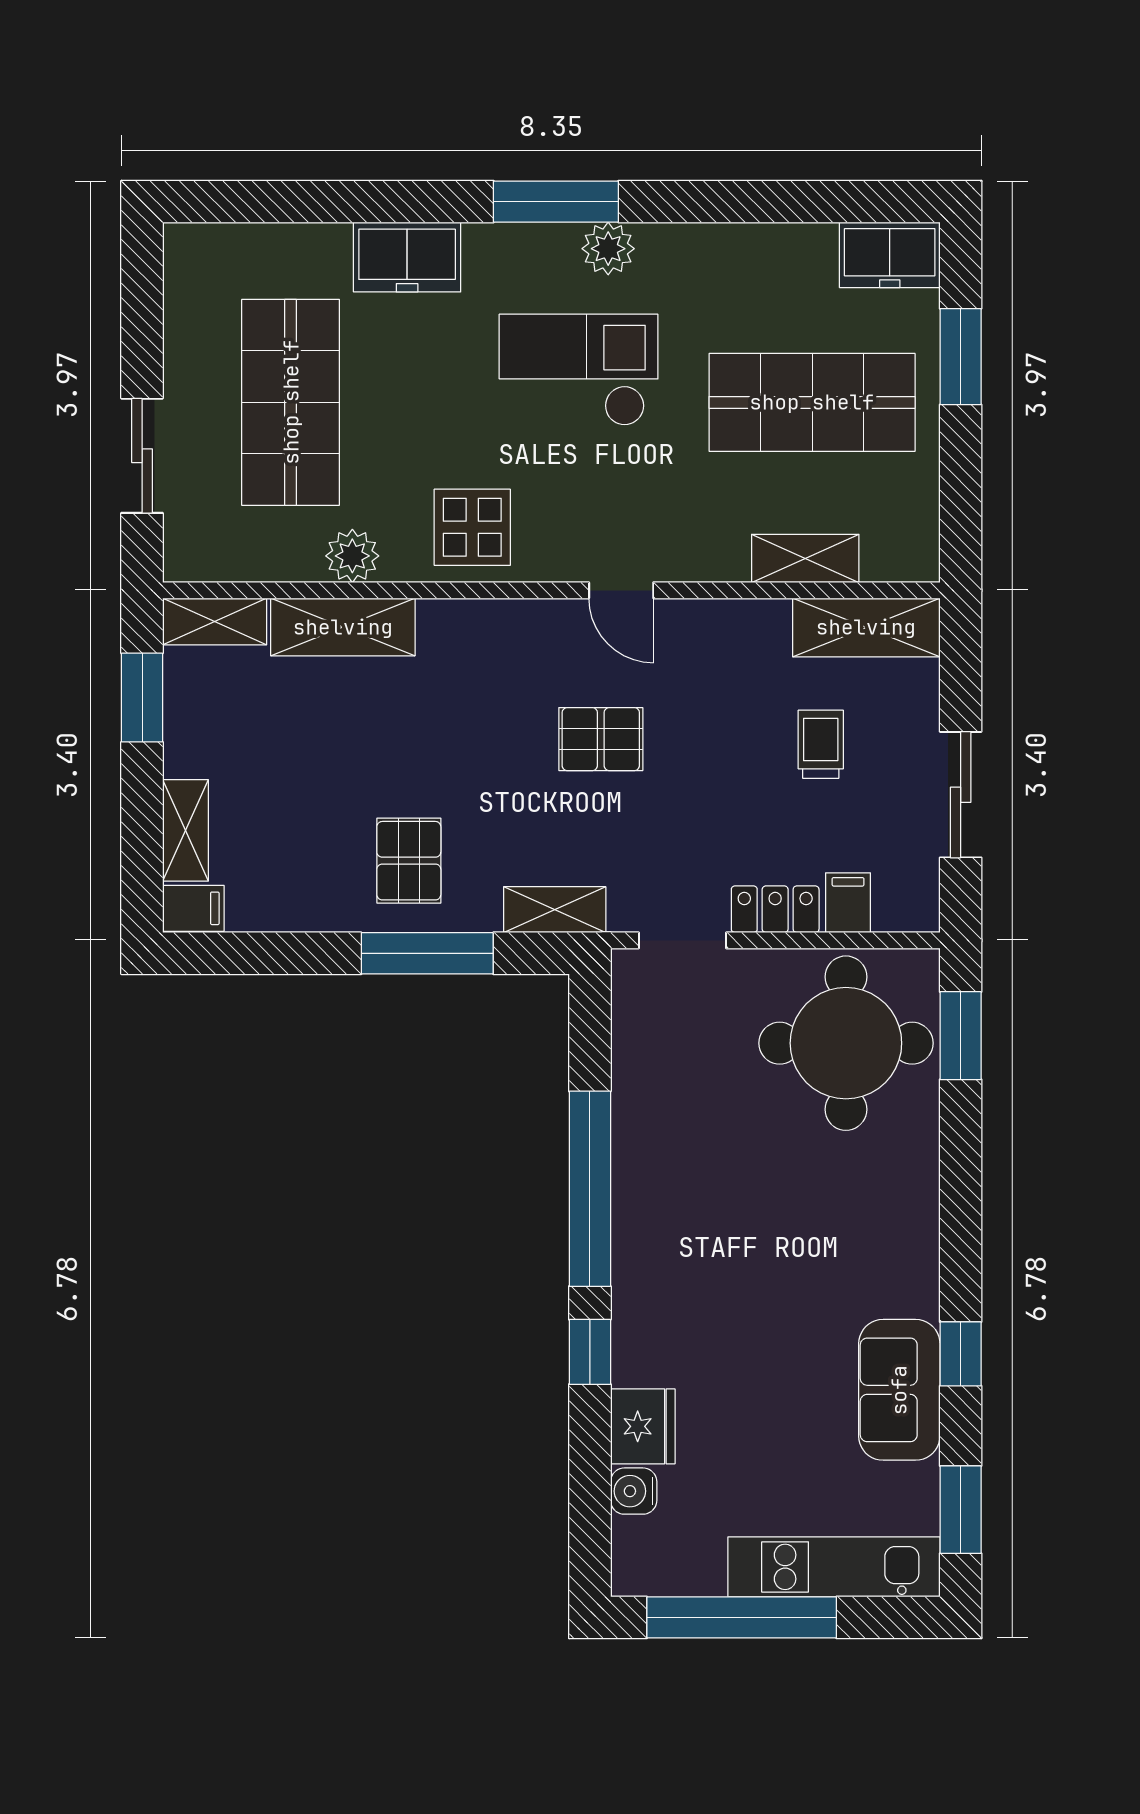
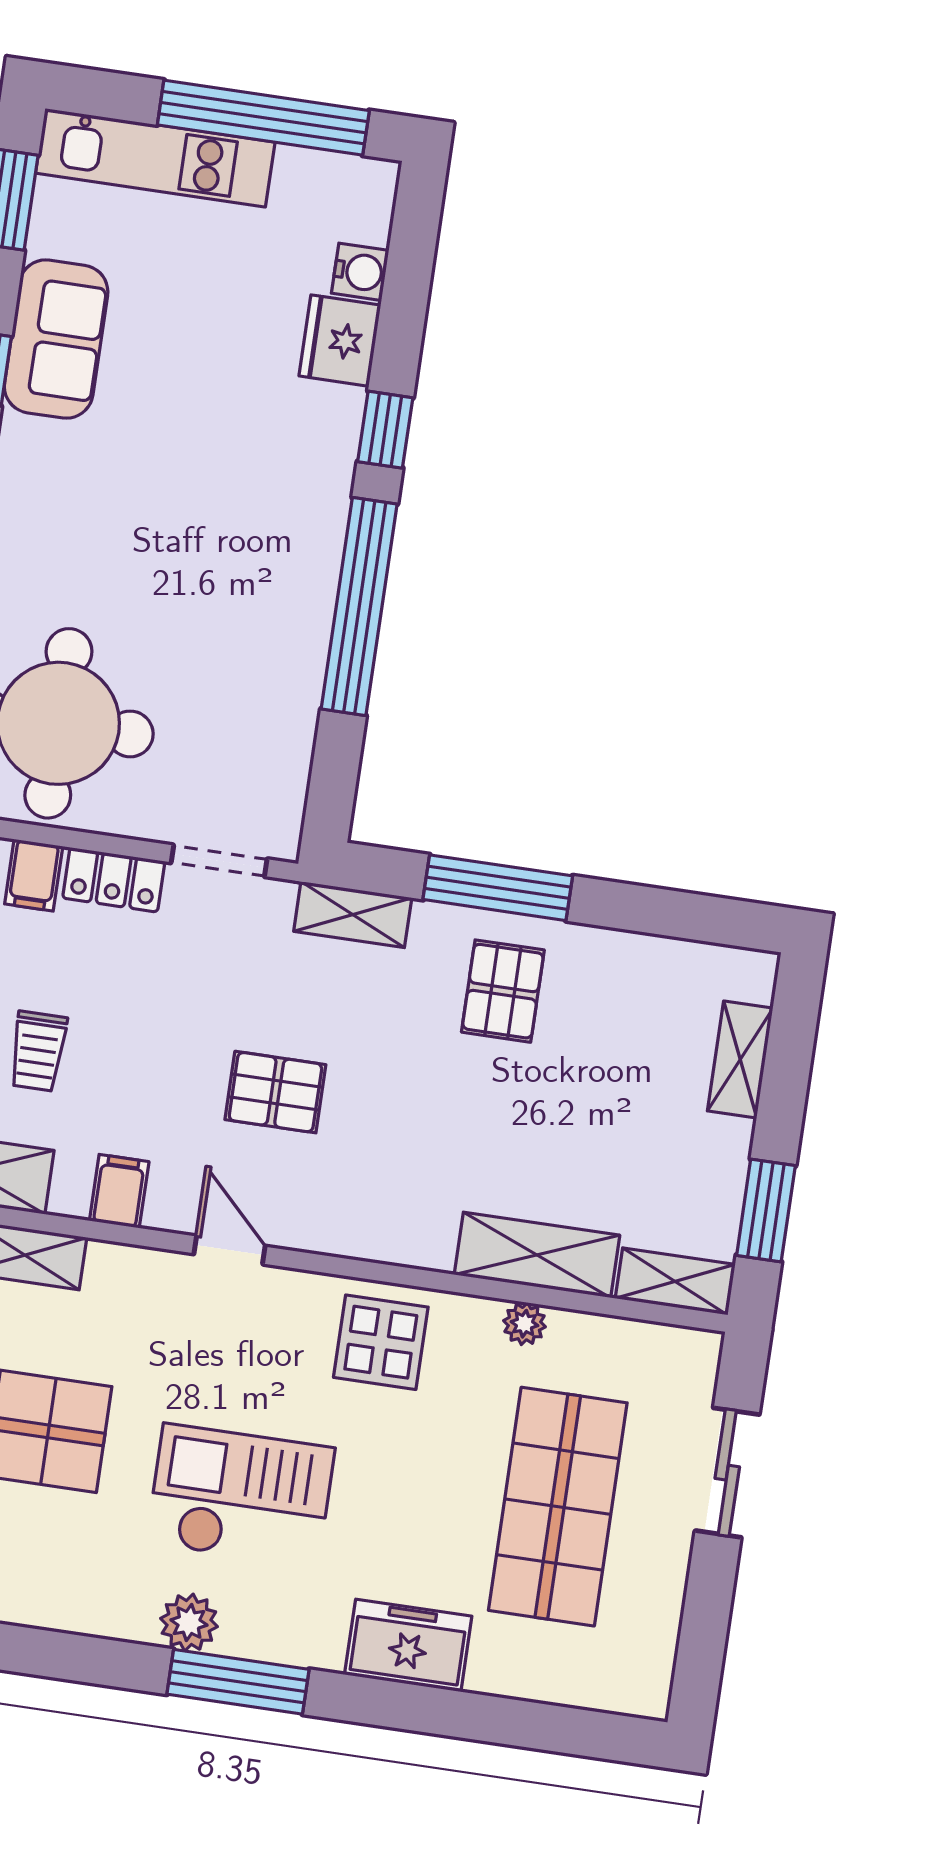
checkout: (579, 370) -> (240, 1496), turned 180
plant: (352, 556) -> (524, 1324), width x0.73, depth x0.73
filing cabinet: (193, 908) -> (119, 1191), moved, turned 90

